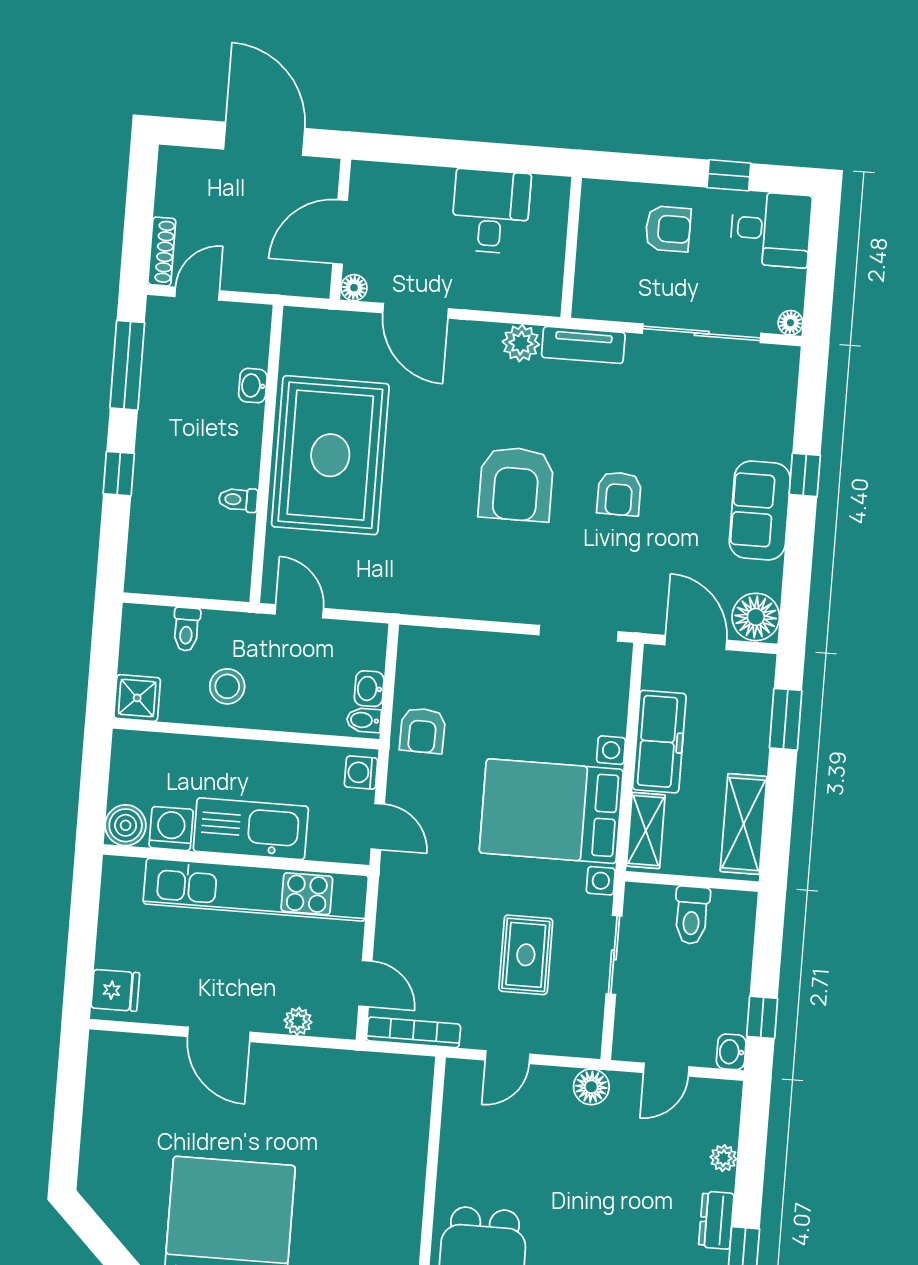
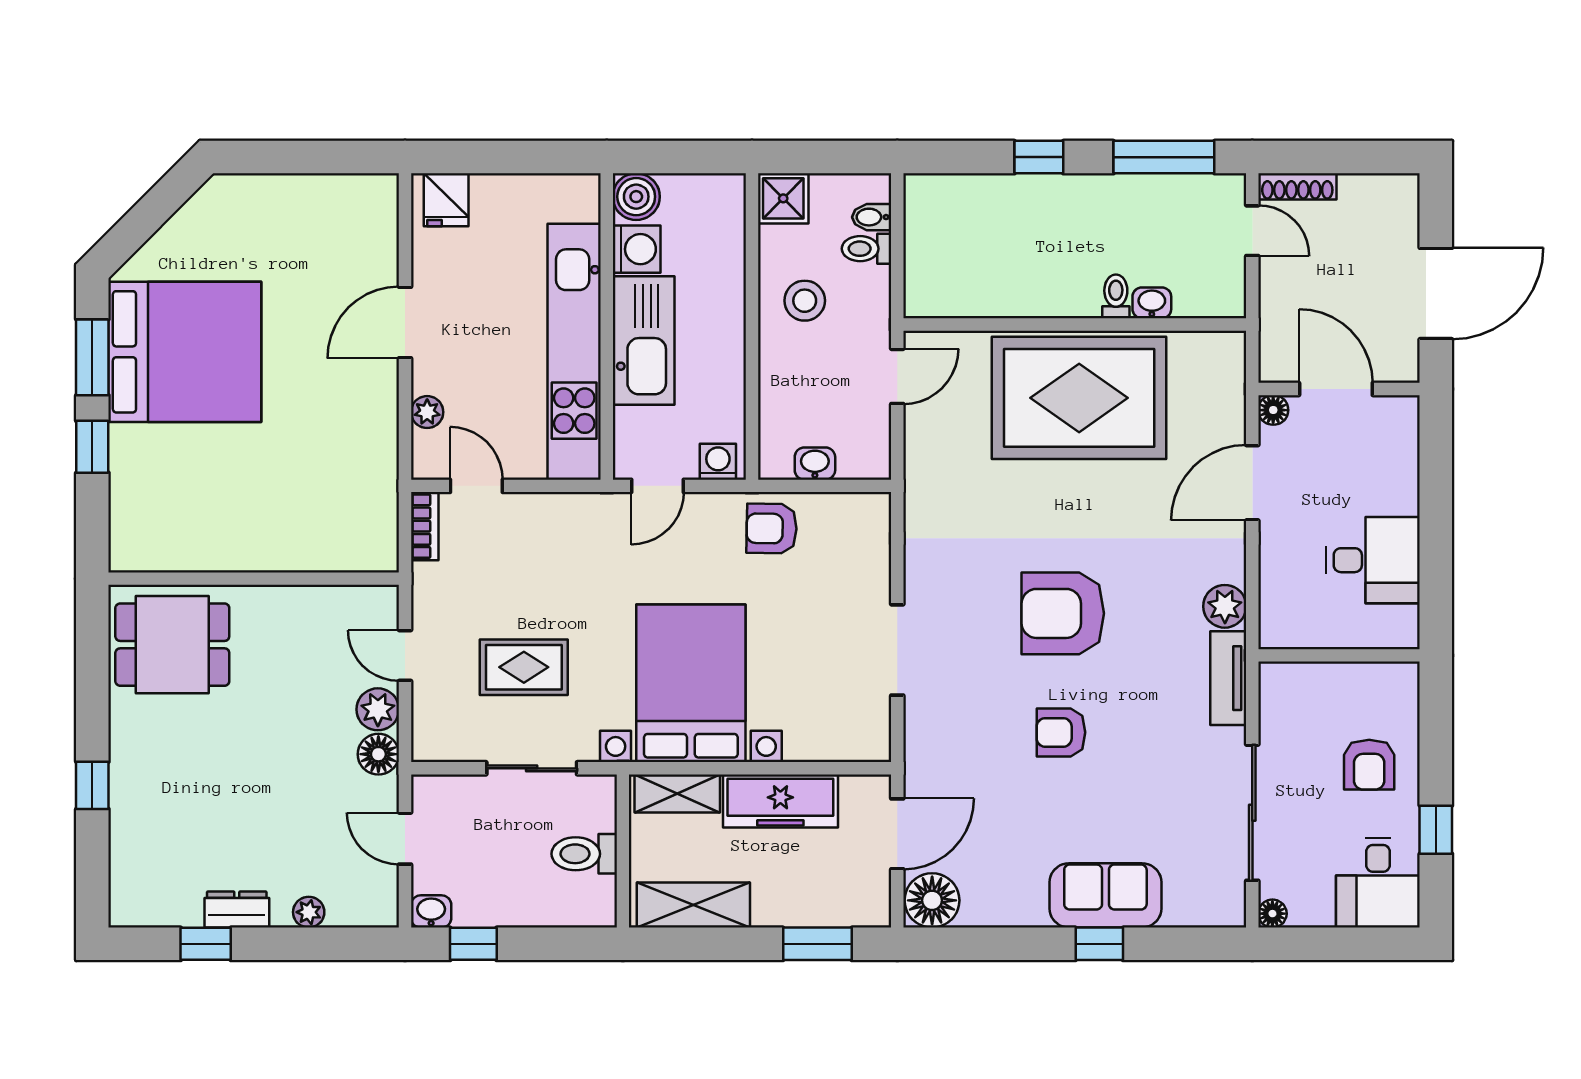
toilet: (238, 500) -> (1116, 296), moved
sofa: (760, 510) -> (1105, 895), moved
doorway: (578, 633) -> (897, 650), moved
bidet: (364, 720) -> (872, 217), moved, turned -90
door: (365, 984) -> (476, 486), swing flipped
bookcase: (413, 1032) -> (425, 526), width x0.64
plant: (552, 1084) -> (378, 709), added

